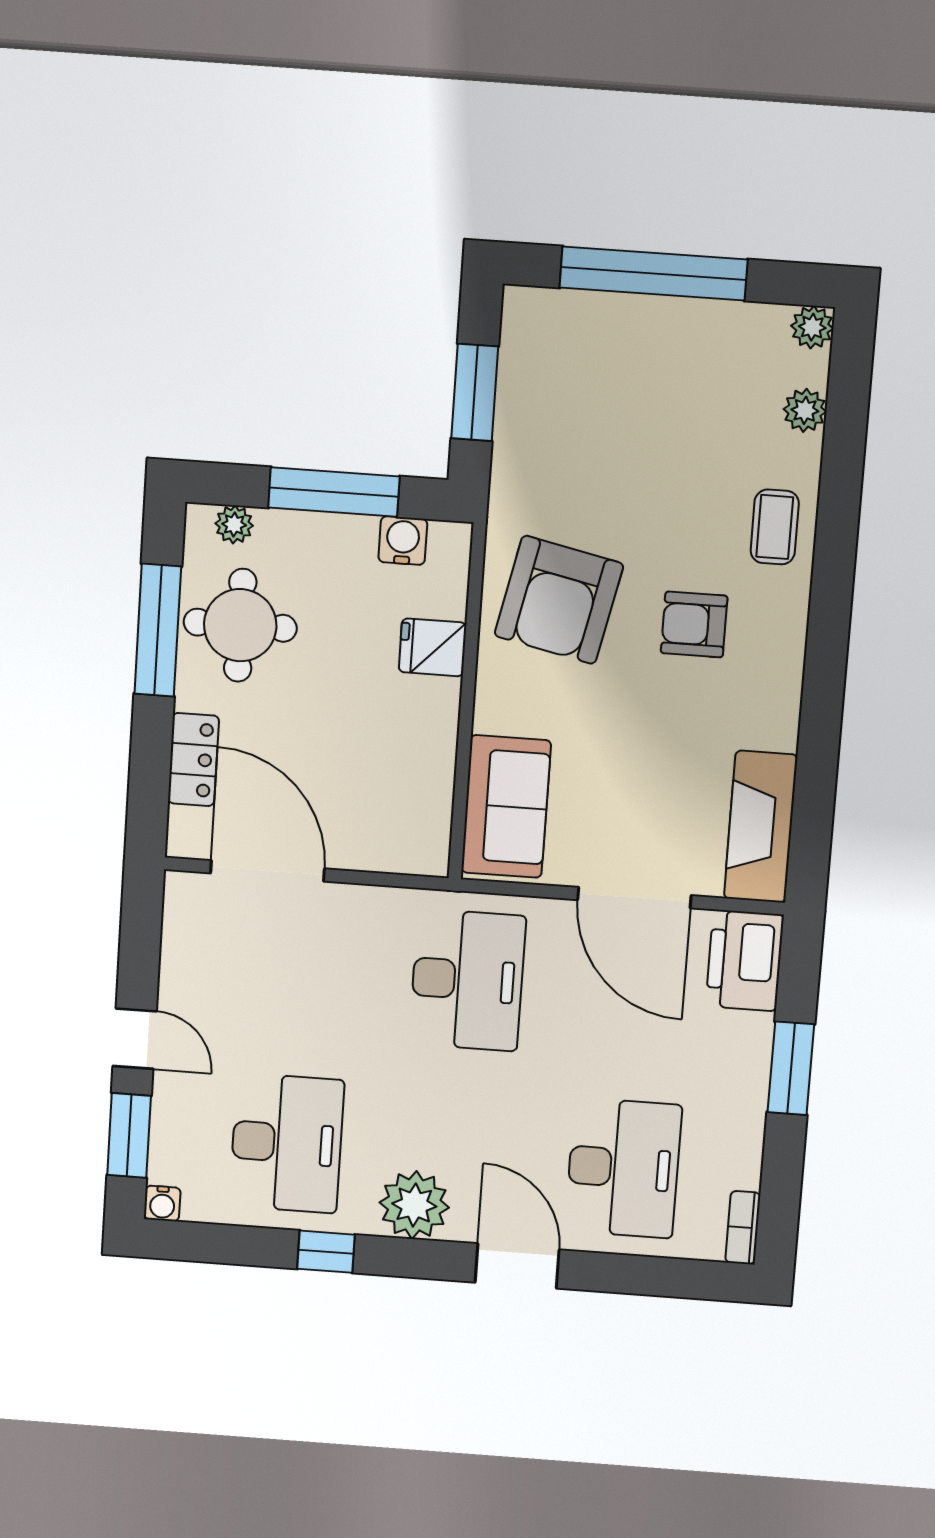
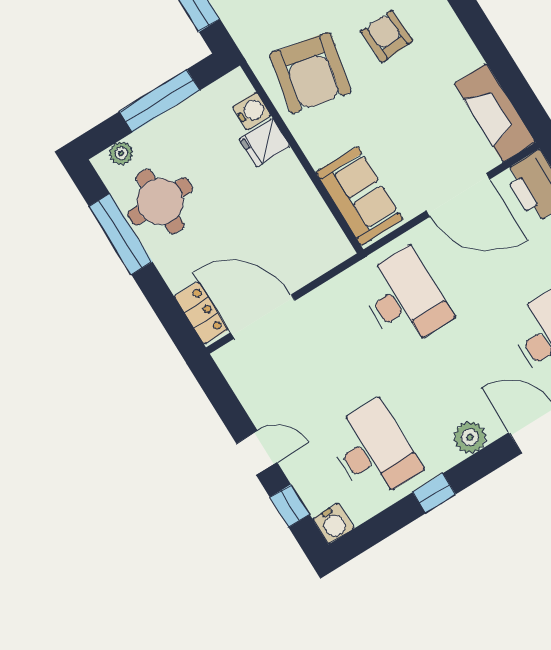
water cooler: (403, 541) -> (252, 111), moved, turned 90
armchair: (694, 624) -> (387, 36), turned 87
locker: (193, 759) -> (201, 313), moved
window: (129, 1135) -> (290, 506), width x0.67
water cooler: (162, 1203) -> (333, 523), width x1.38, depth x1.38
plant: (414, 1205) -> (470, 437), width x0.73, depth x0.73

